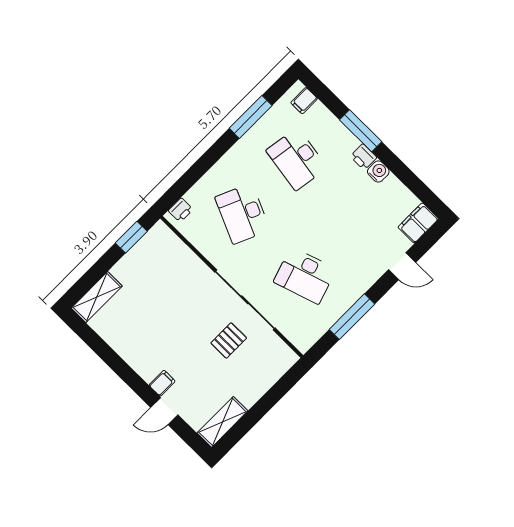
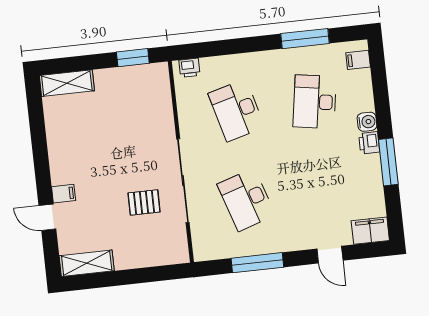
window: (361, 131) -> (388, 162), moved
water cooler: (378, 171) -> (367, 122), moved
desk: (243, 214) -> (236, 110), turned -39

